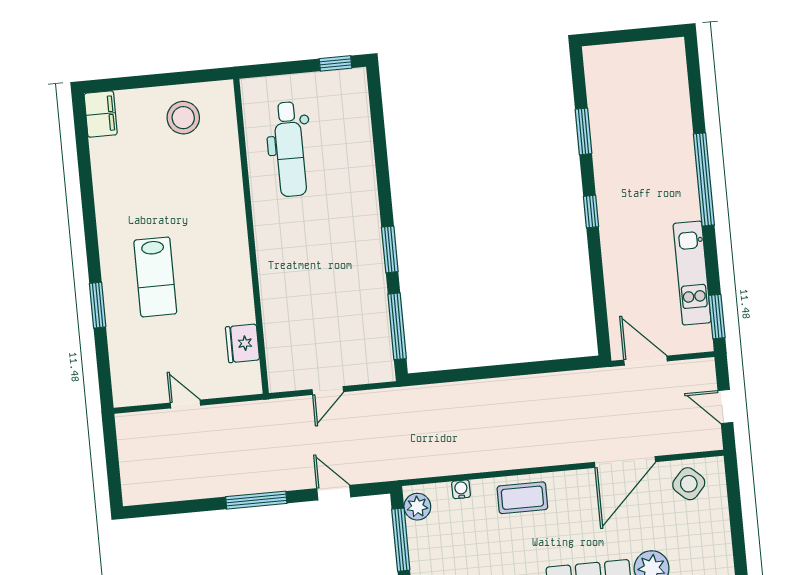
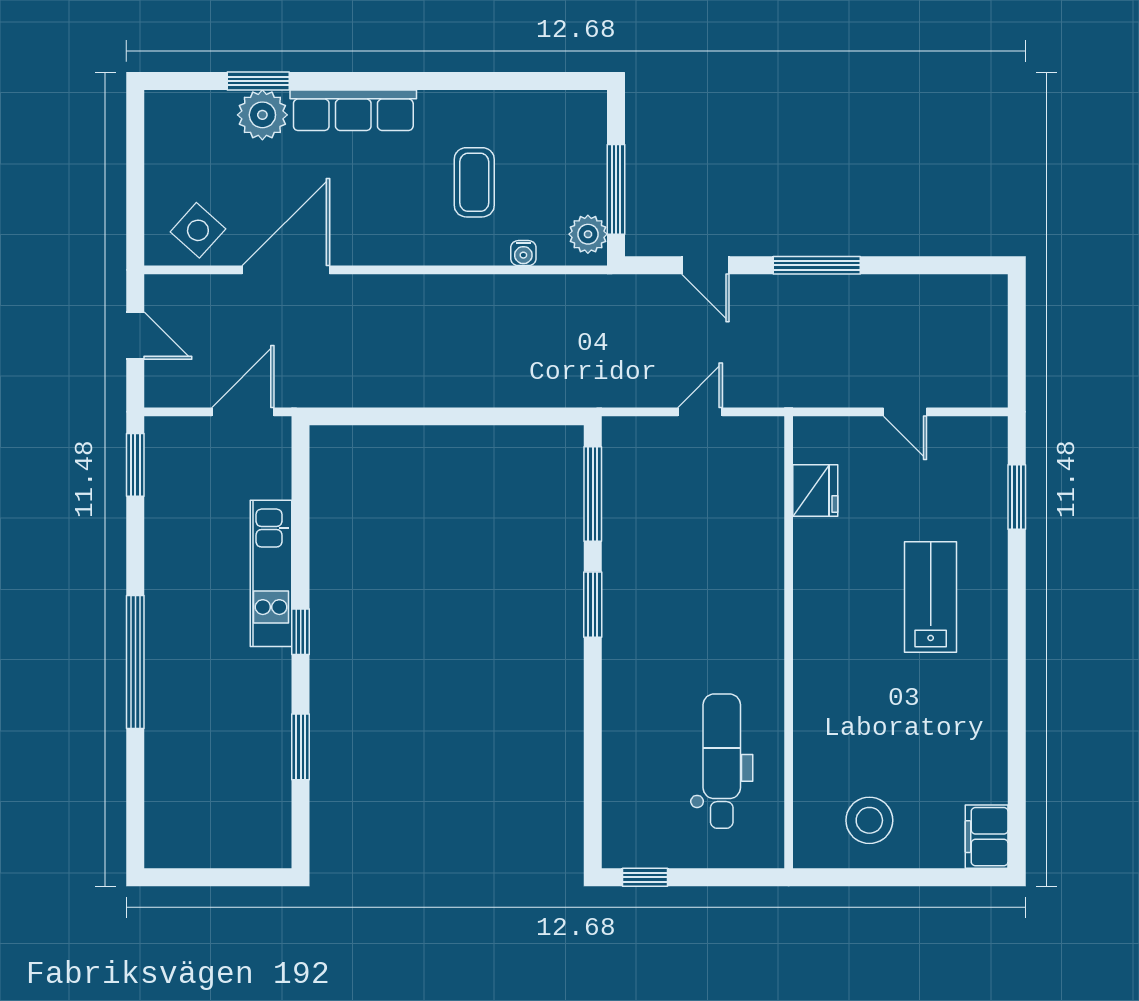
kitchen unit: (692, 273) -> (271, 573), moved, turned 180
window: (98, 305) -> (1017, 497), moved
door: (646, 361) -> (243, 412), swing flipped
coffee table: (522, 498) -> (474, 182), moved, turned 90

